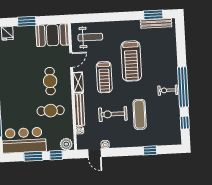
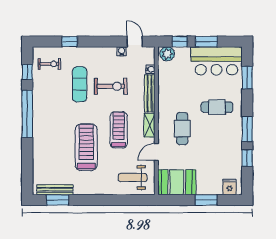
exercise bike: (168, 90) -> (49, 64), moved
cafe table: (51, 111) -> (217, 107), moved

